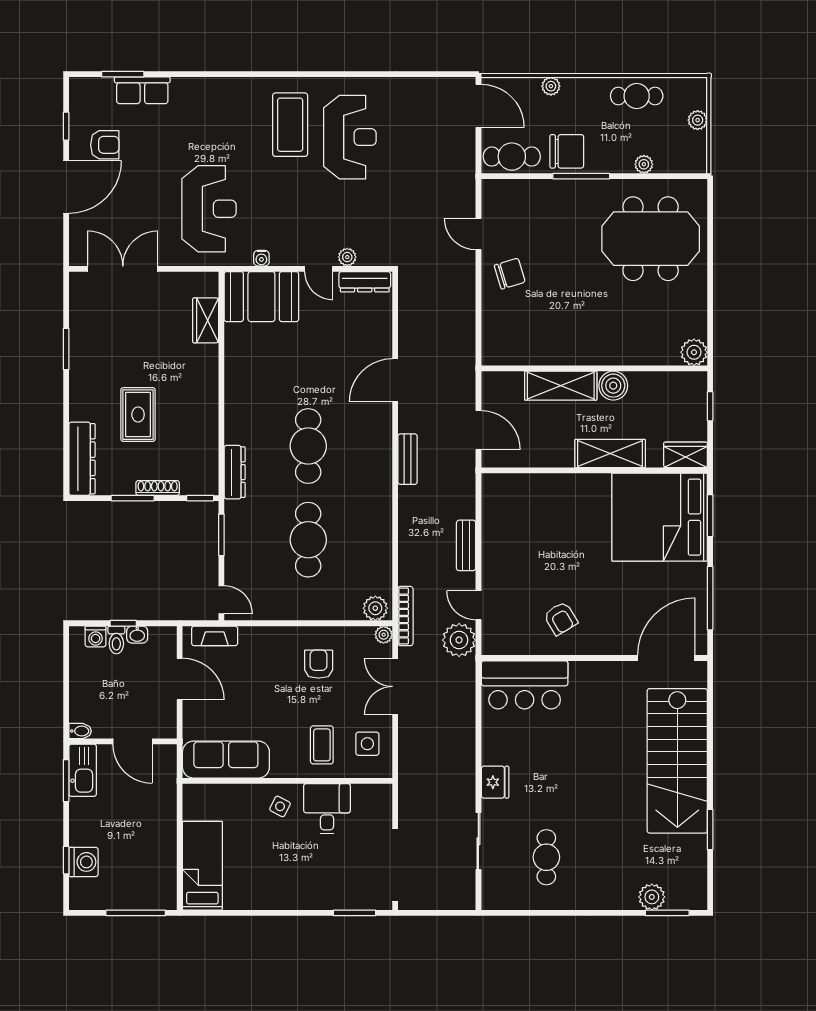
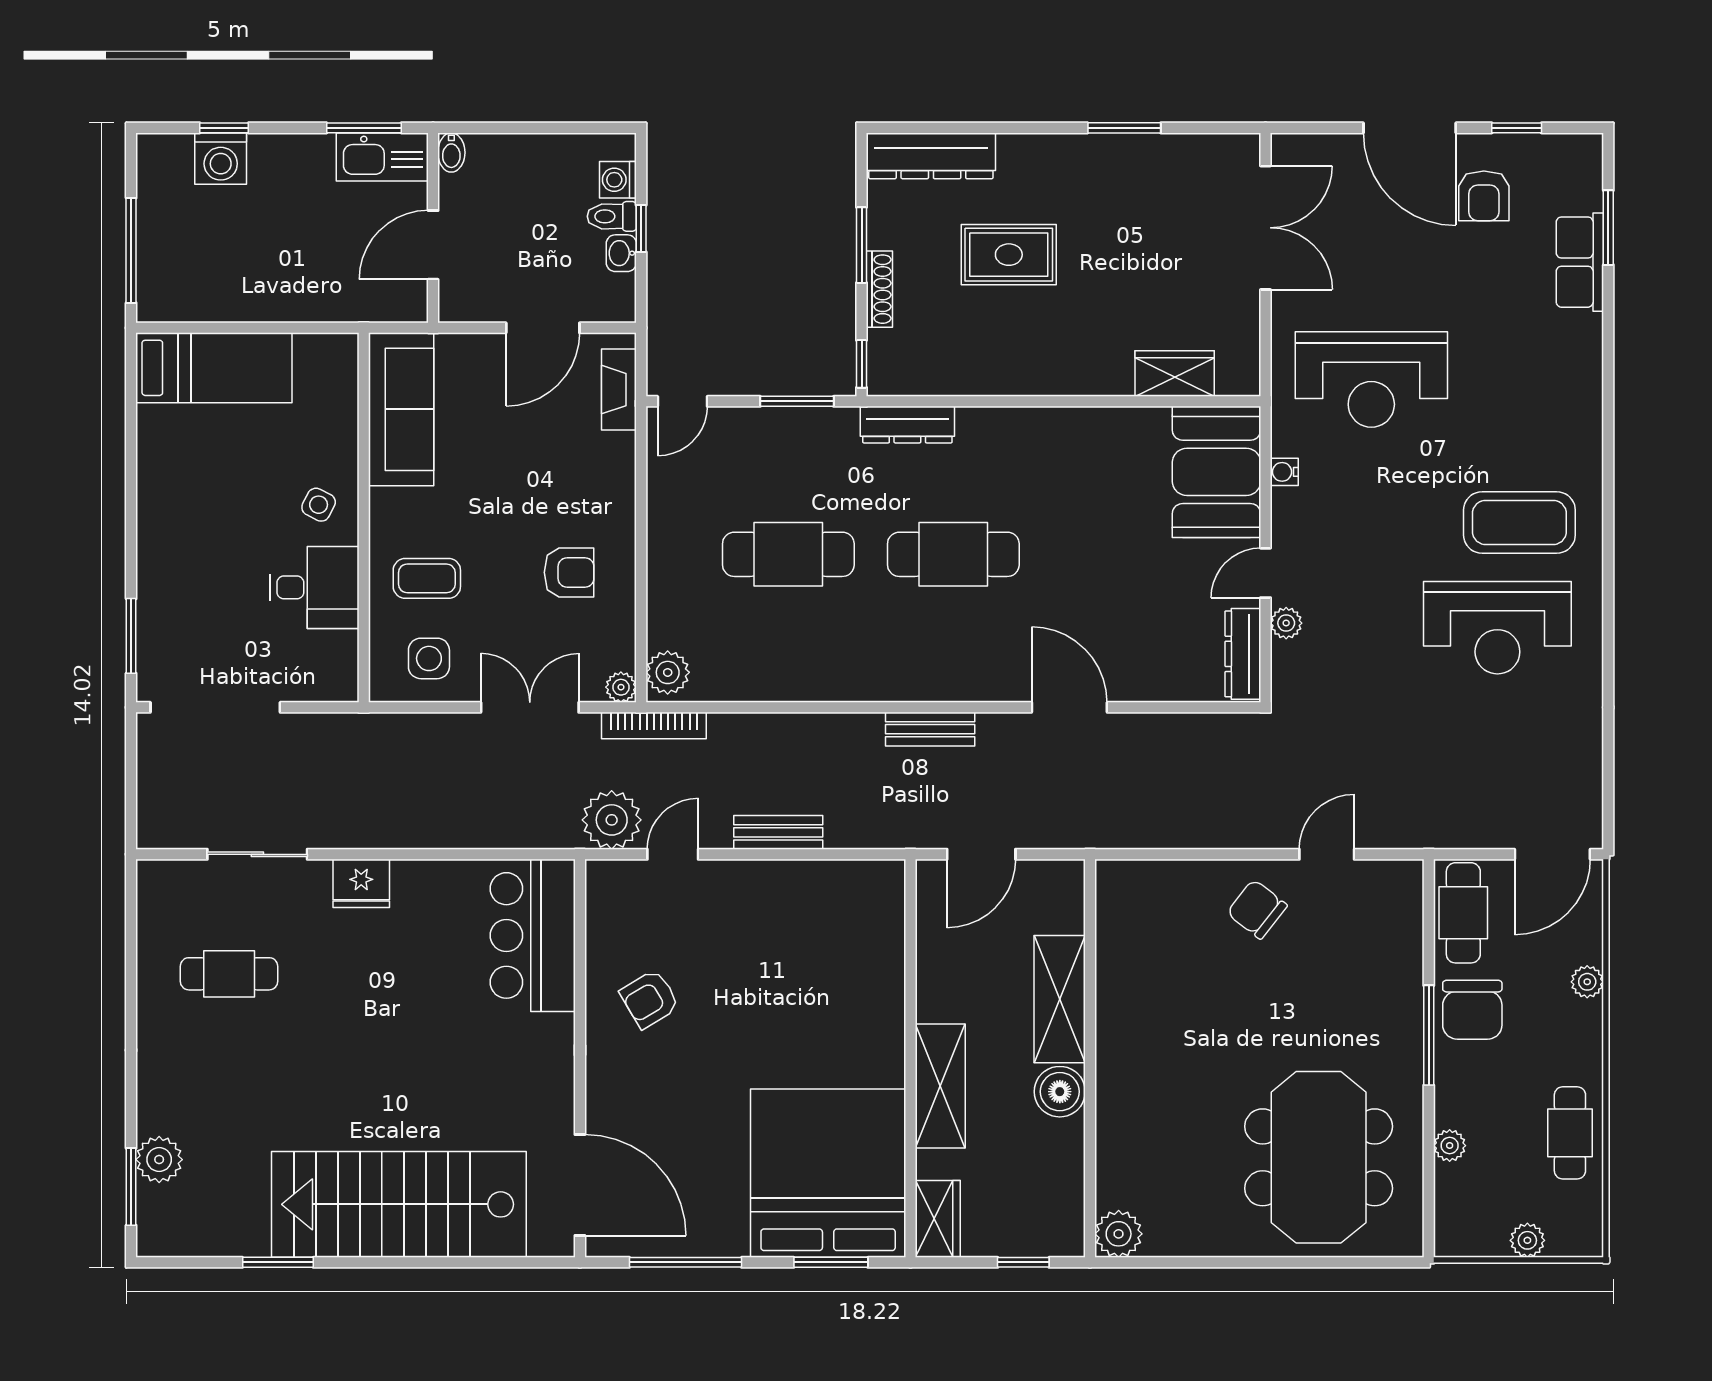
chair: (510, 274) -> (1257, 909), turned 145

